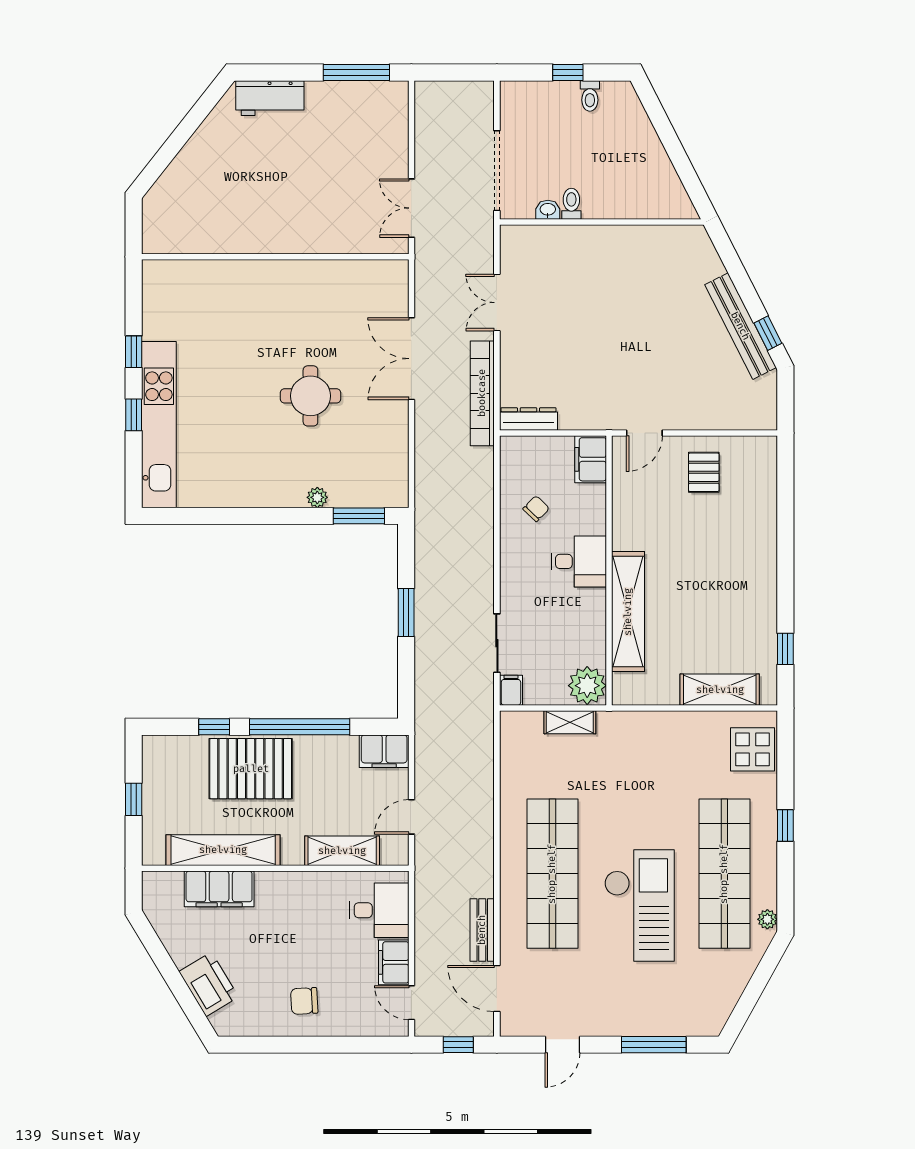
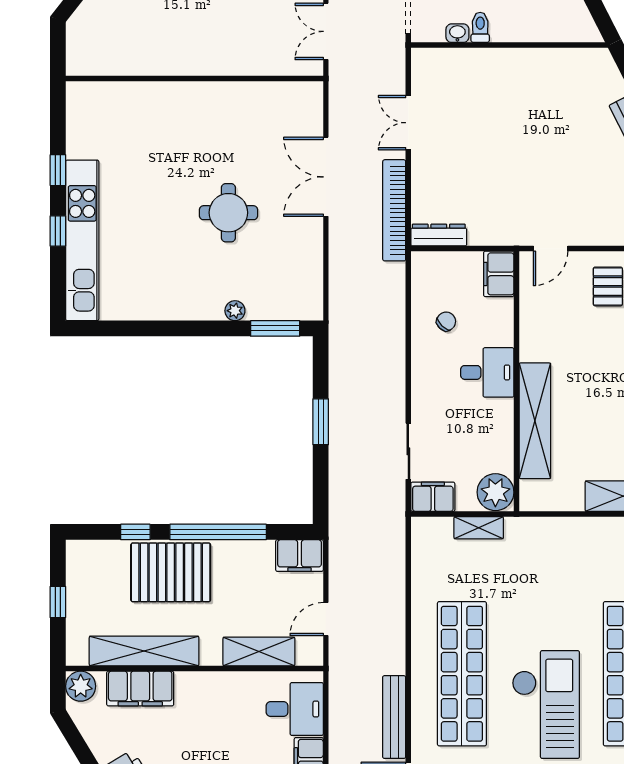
filing cabinet: (511, 690) -> (433, 497), width x2.00
plant: (157, 887) -> (81, 686), added
bench: (482, 930) -> (394, 717), width x1.36

